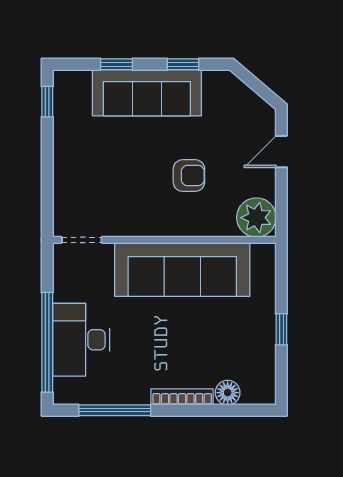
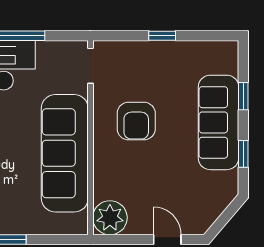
window: (47, 102) -> (162, 36), moved
armchair: (189, 176) -> (136, 121), moved, width x1.38, depth x1.38

